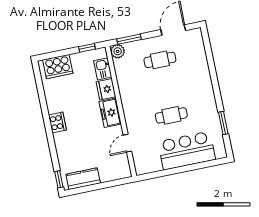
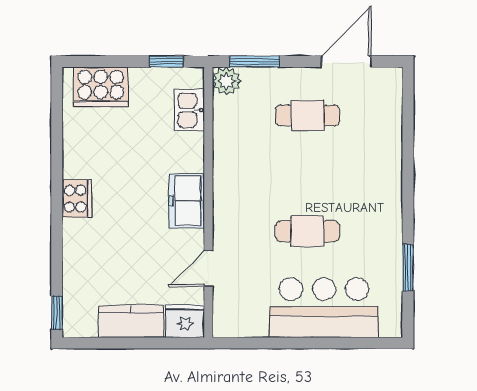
fridge: (106, 89) -> (185, 321), moved, turned 90
kitchen counter: (83, 179) -> (131, 321), moved

